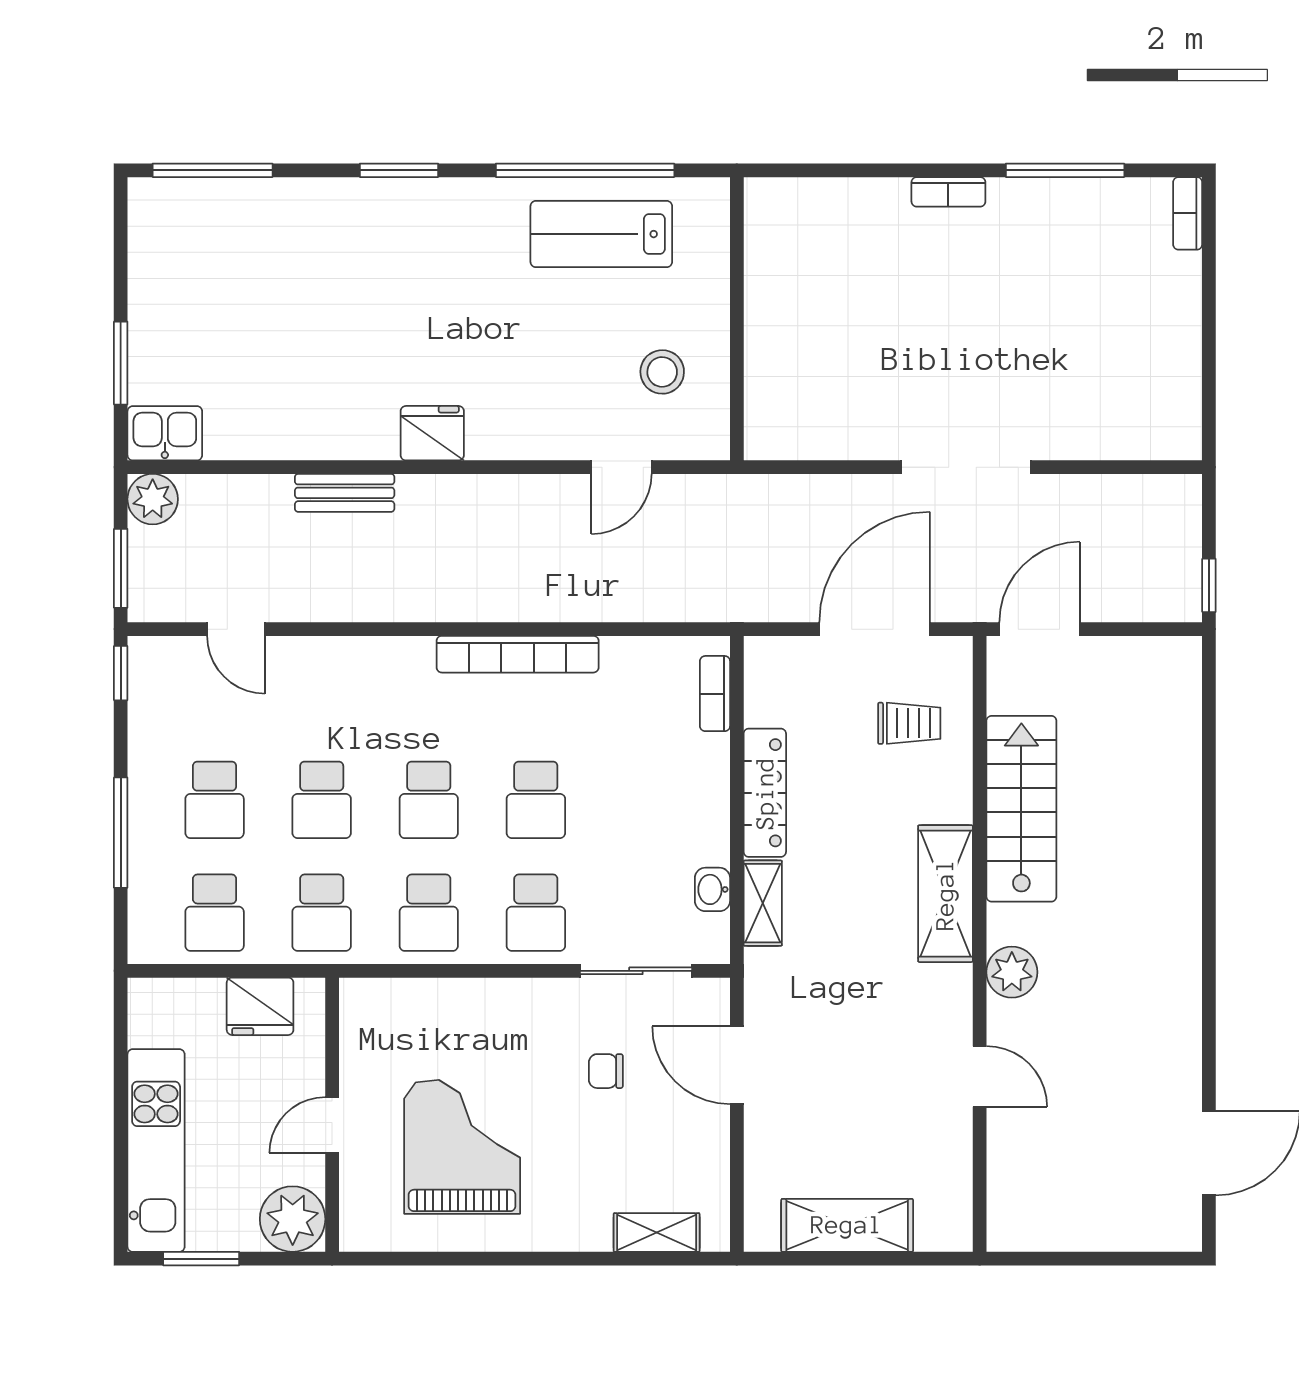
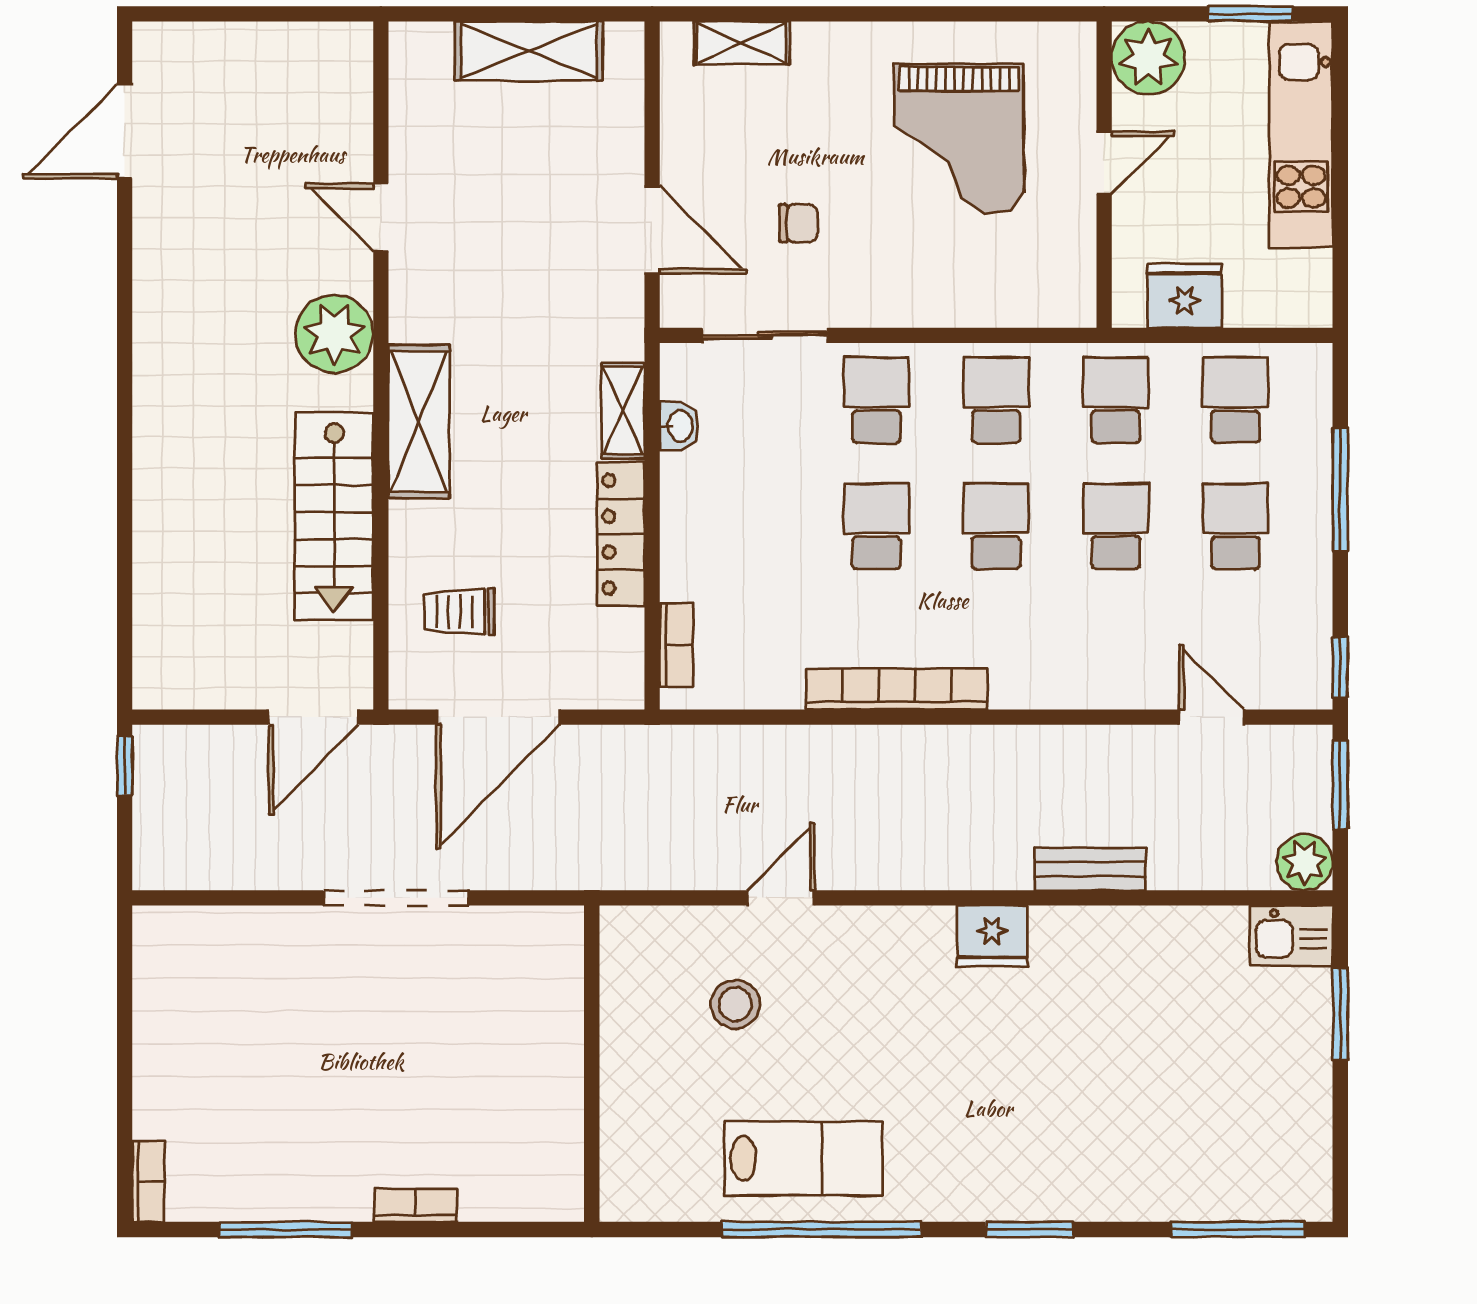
wall: (737, 319) -> (592, 1064), moved
plant: (1012, 972) -> (334, 334), width x1.36, depth x1.36

